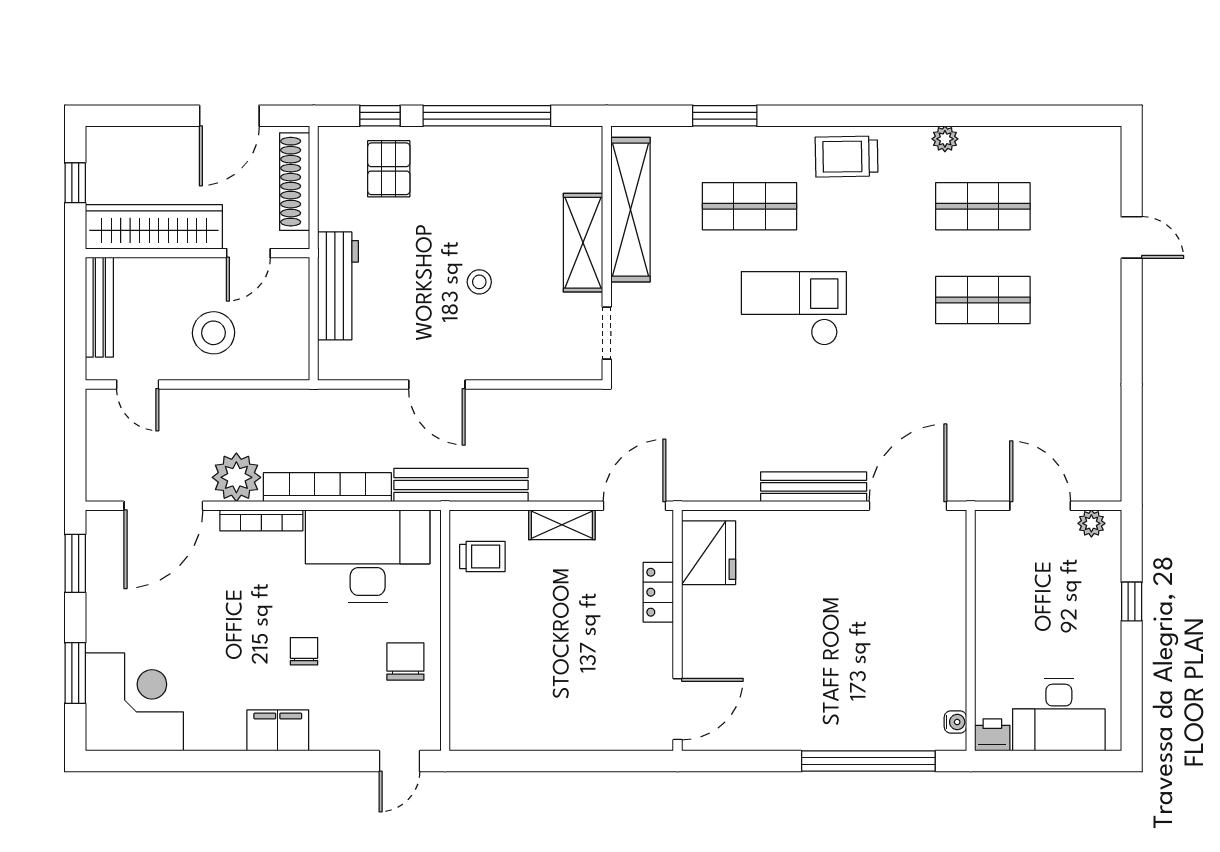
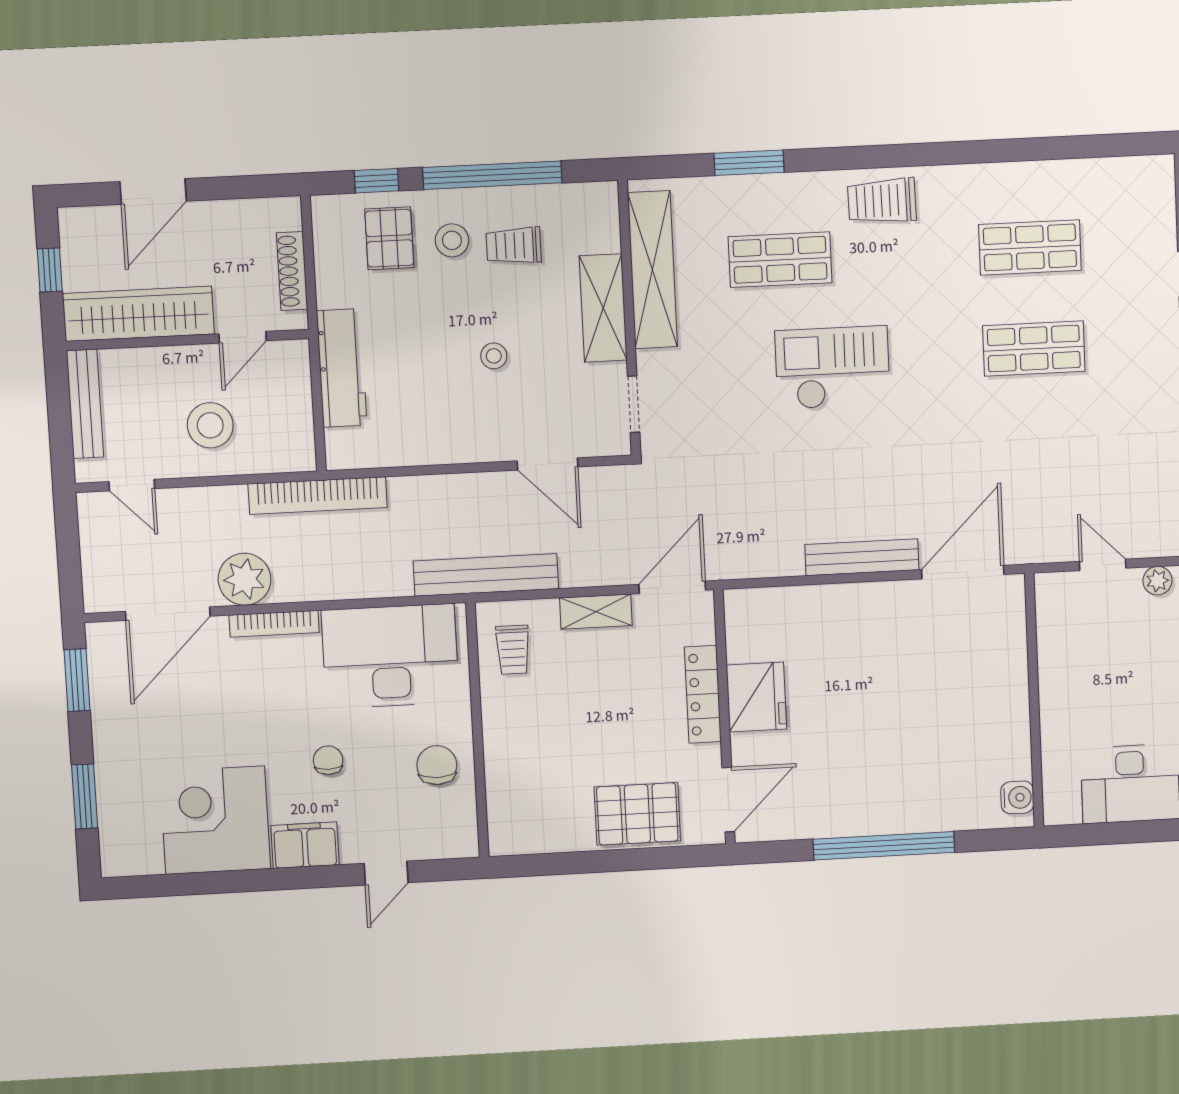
door: (229, 116) -> (153, 191), moved
plant: (945, 139) -> (987, 177), removed
stool: (446, 174) -> (452, 240), added
trolley: (503, 181) -> (514, 246), added
shoe rack: (295, 182) -> (292, 271), width x0.74, depth x0.81
door: (437, 384) -> (547, 464), moved
bookcase: (327, 487) -> (318, 496), moved, turned 180
door: (1040, 506) -> (1103, 565), width x0.73
fridge: (709, 553) -> (756, 697), moved
trolley: (482, 556) -> (513, 650), turned 90
locker: (658, 592) -> (703, 694), width x1.53
corner desk: (134, 702) -> (215, 820), moved, turned -90
pallet: (591, 718) -> (637, 814), added
water cooler: (955, 722) -> (1017, 797), width x1.38, depth x1.38
printer: (992, 735) -> (1061, 809), removed
door: (399, 761) -> (386, 873), moved
window: (868, 761) -> (884, 846), moved

